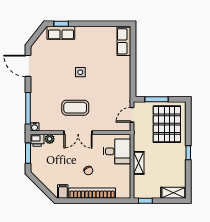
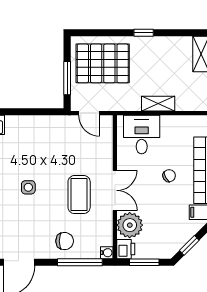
chair: (43, 98) -> (65, 241), added
plant: (50, 139) -> (130, 225), width x1.88, depth x1.88
window: (40, 185) -> (189, 245), added

